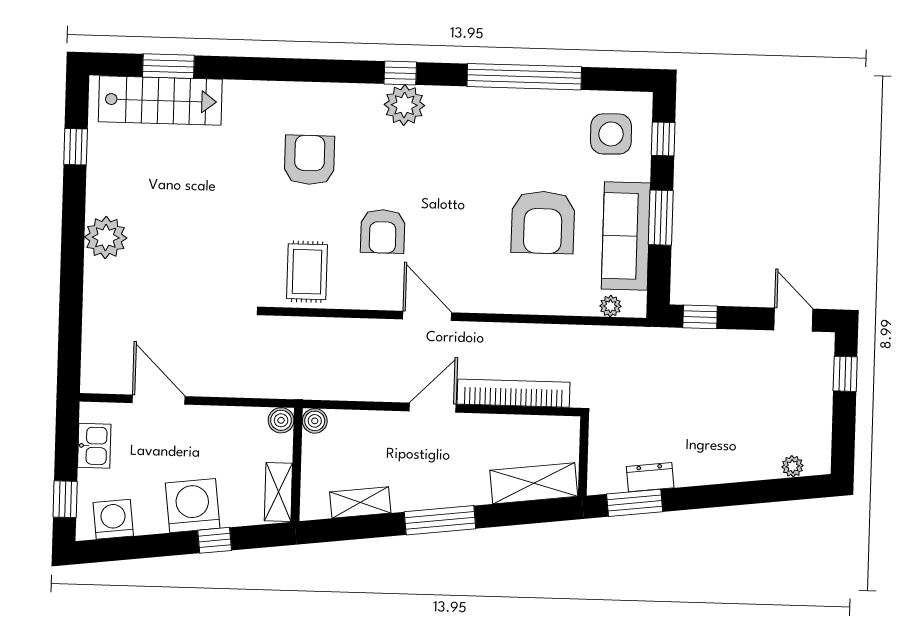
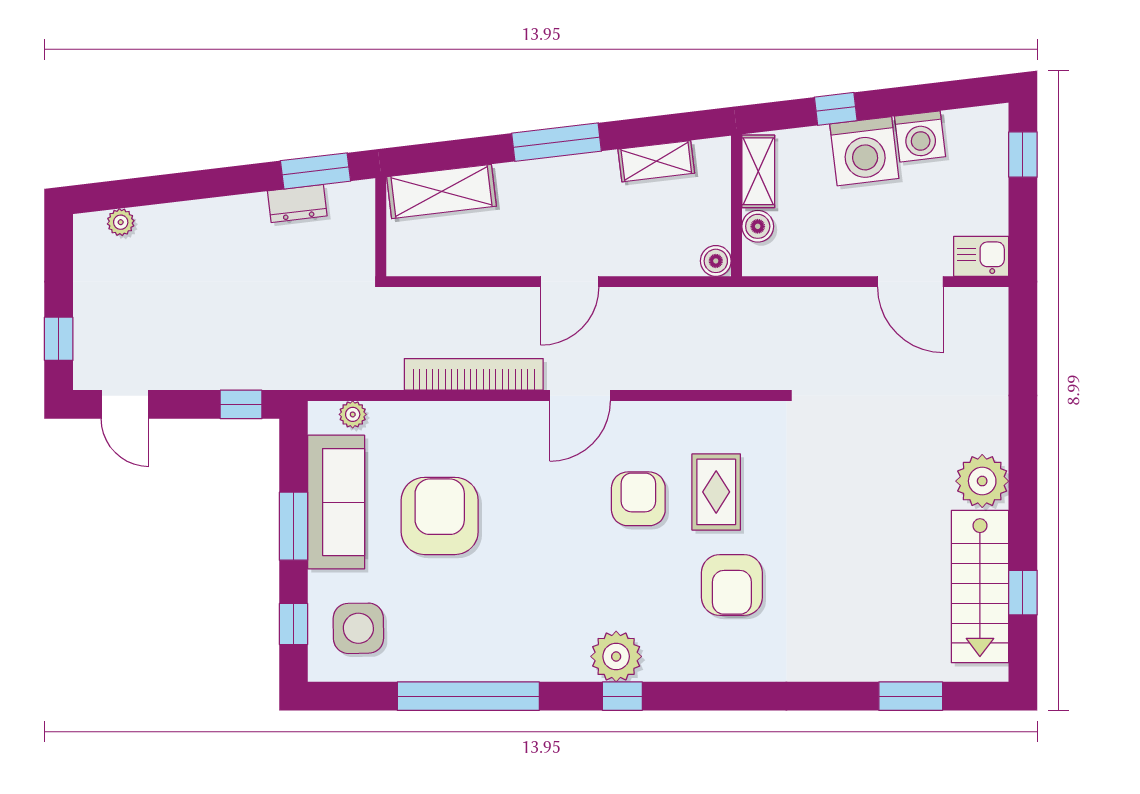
stairs: (160, 100) -> (980, 587), moved, turned -90
rug: (307, 272) -> (716, 492), moved
door: (427, 316) -> (580, 396), hinge flipped
bookcase: (514, 393) -> (474, 374), moved, turned 180
boiler: (281, 420) -> (758, 226), moved
kitchen sink: (94, 446) -> (981, 256), moved, turned 90
washing machine: (113, 519) -> (920, 136), moved

